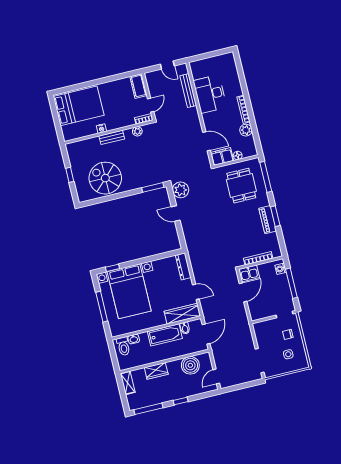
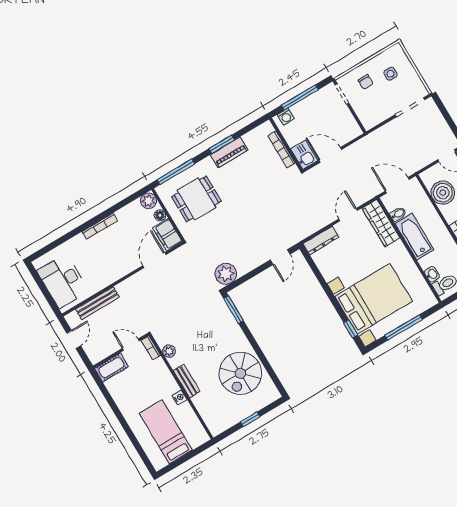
desk: (210, 94) -> (63, 281), moved, turned 90
bed: (79, 106) -> (166, 432), width x0.67
plant: (246, 130) -> (149, 201), moved
door: (176, 213) -> (280, 257), moved

